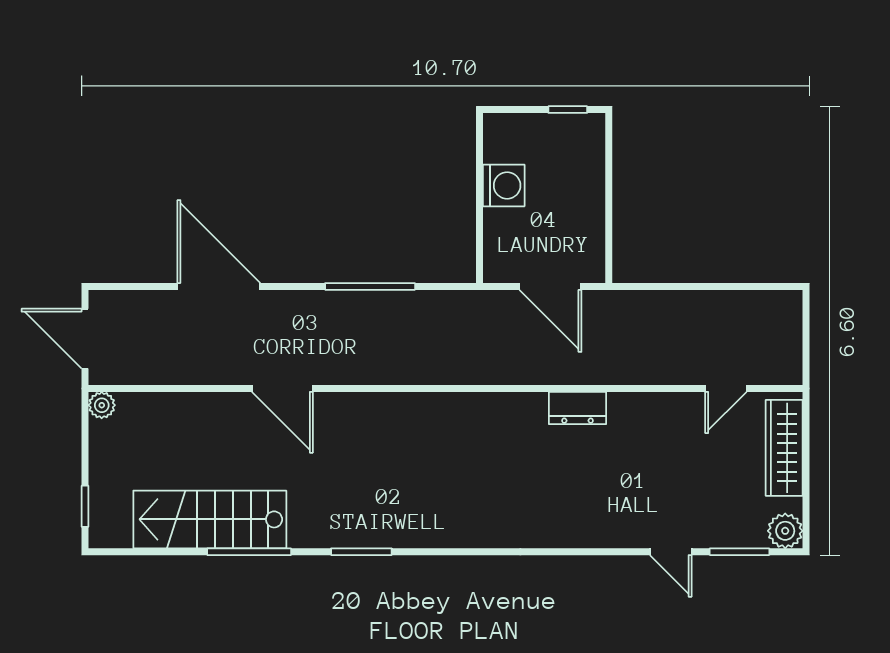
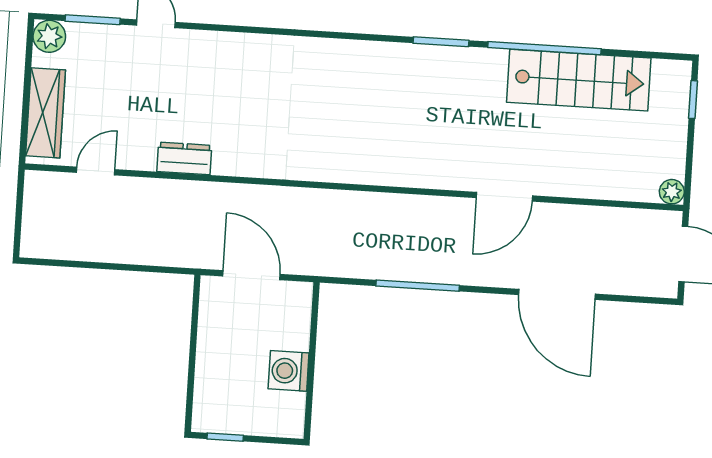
door: (282, 388) -> (504, 197), swing flipped
dresser: (577, 408) -> (184, 158), moved
window: (249, 552) -> (544, 48), width x1.46

